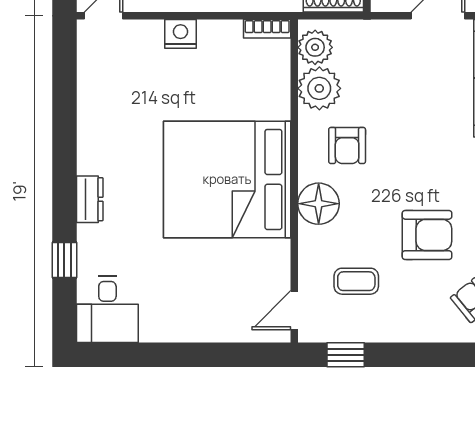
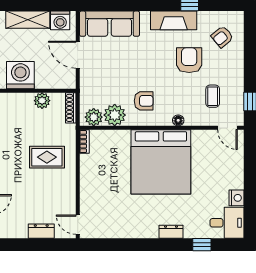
nightstand: (180, 34) -> (237, 198), moved, turned 180
floor lamp: (319, 204) -> (178, 120), width x0.53, depth x0.53

